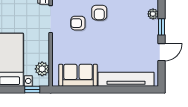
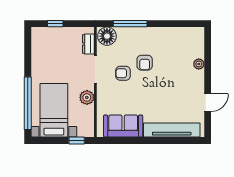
window: (162, 27) -> (208, 77), removed
plant: (42, 69) -> (87, 97), moved

